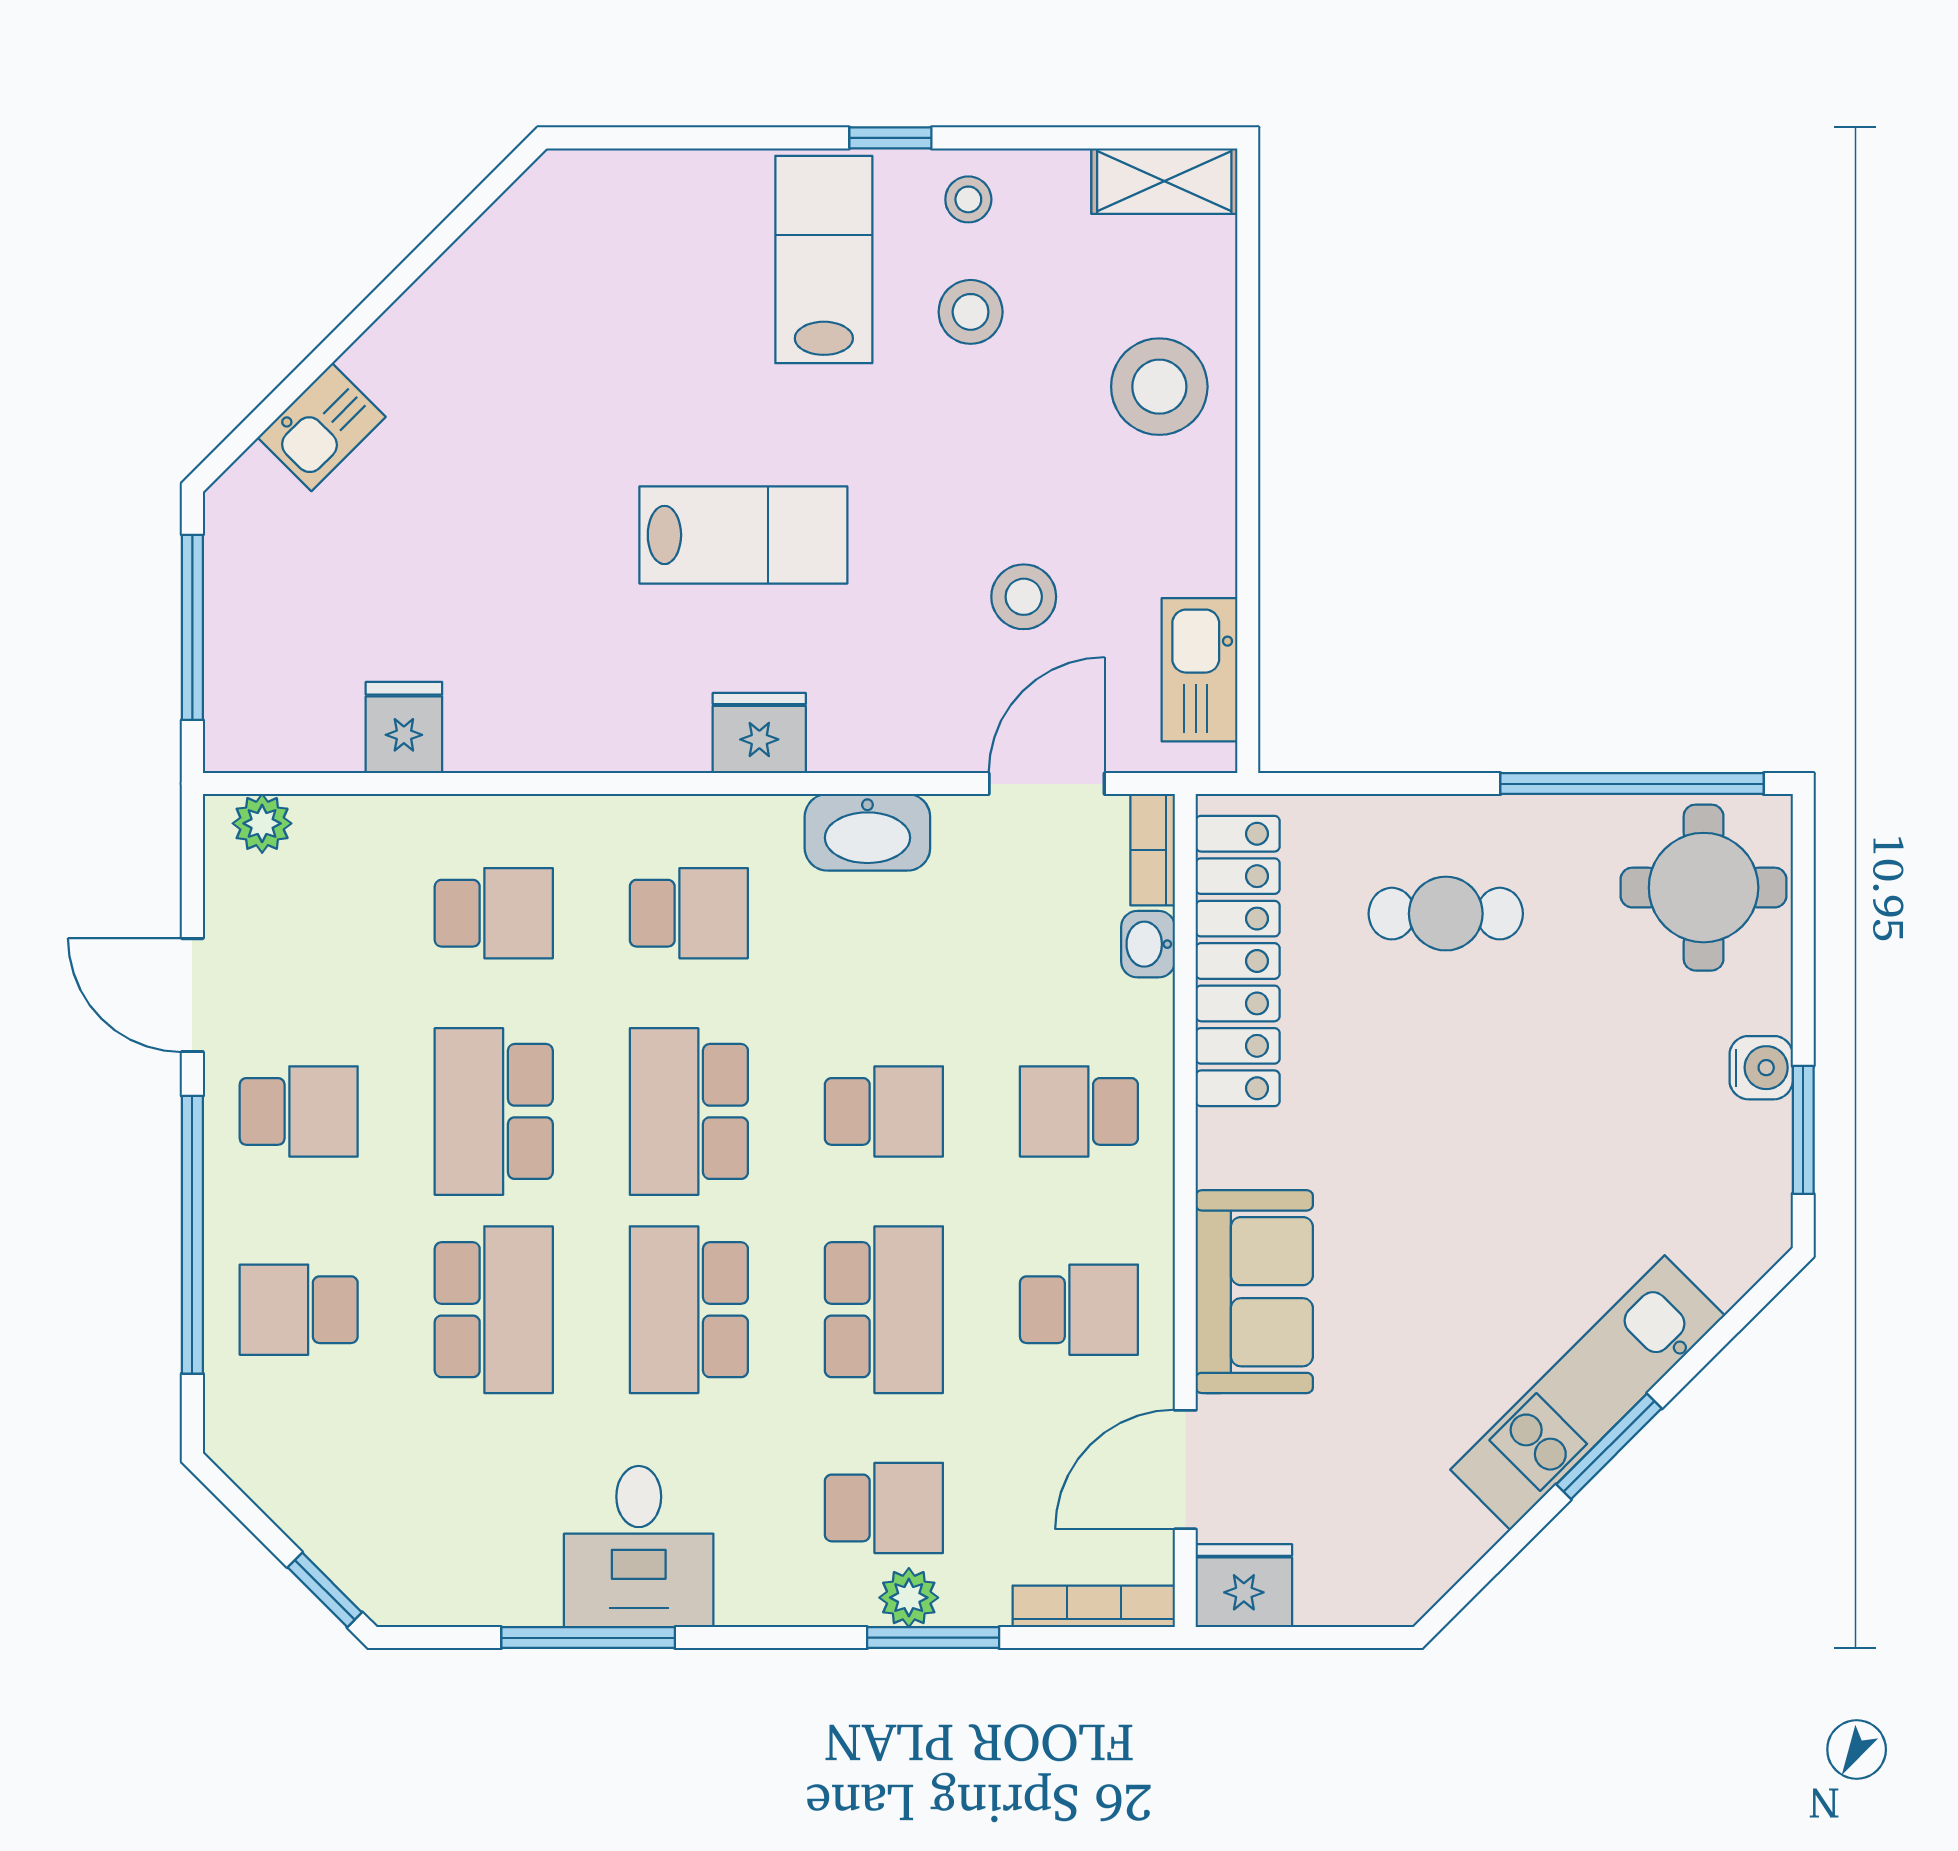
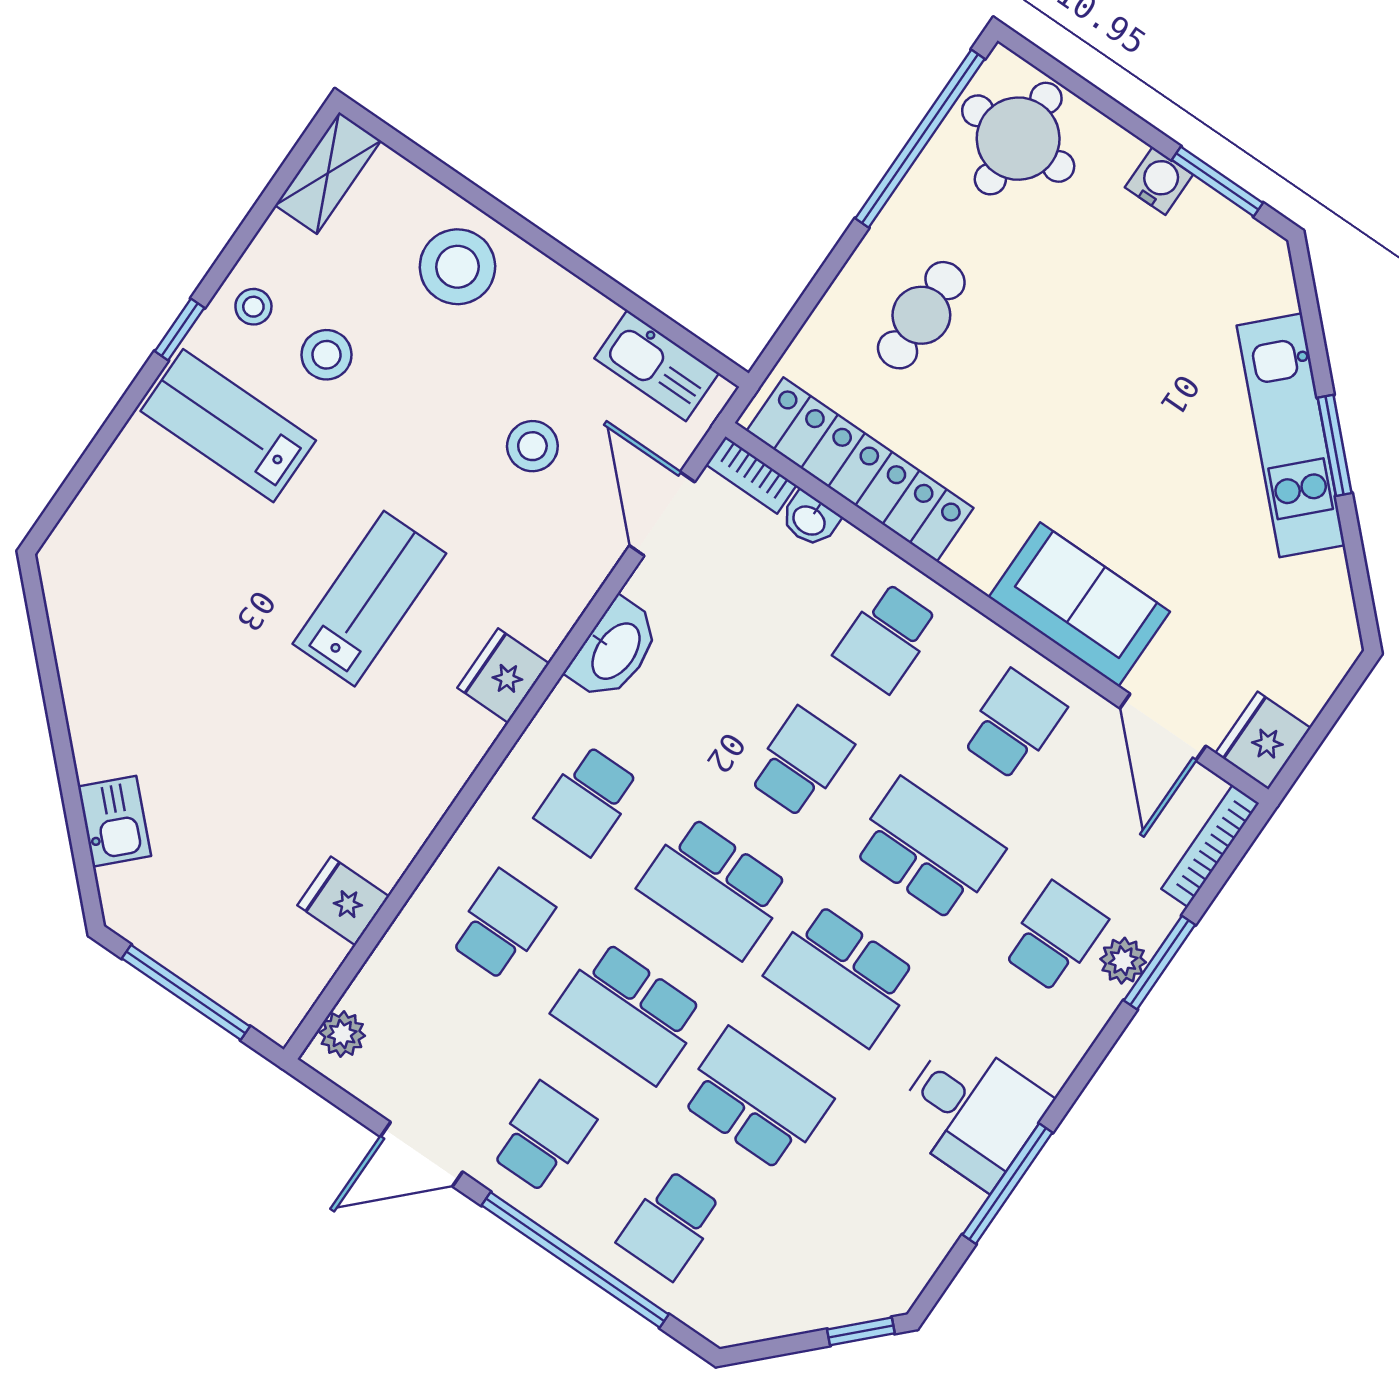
school desk: (689, 913) -> (588, 800), turned 180

